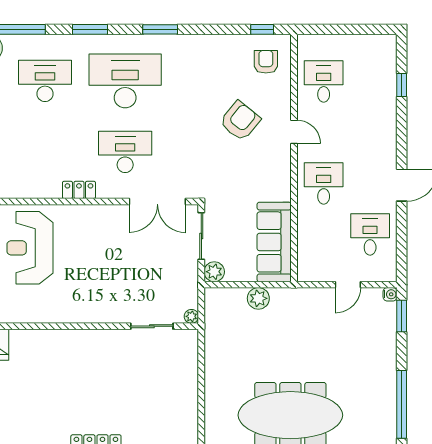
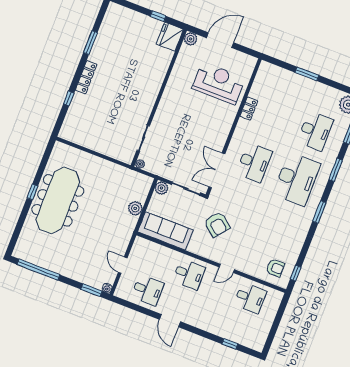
armchair: (240, 121) -> (217, 224), moved
locker: (79, 190) -> (249, 109), moved

